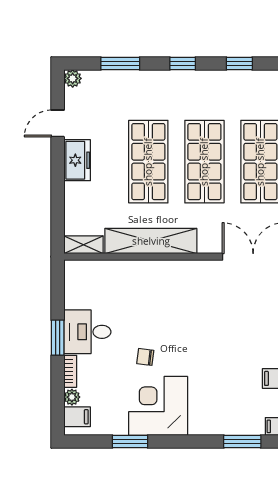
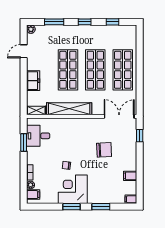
freezer: (77, 160) -> (33, 81), moved
chair: (222, 325) -> (104, 150), added
desk: (87, 332) -> (38, 136), moved
window: (58, 338) -> (24, 142), moved
window: (130, 442) -> (71, 207), moved
window: (242, 442) -> (101, 207), moved

